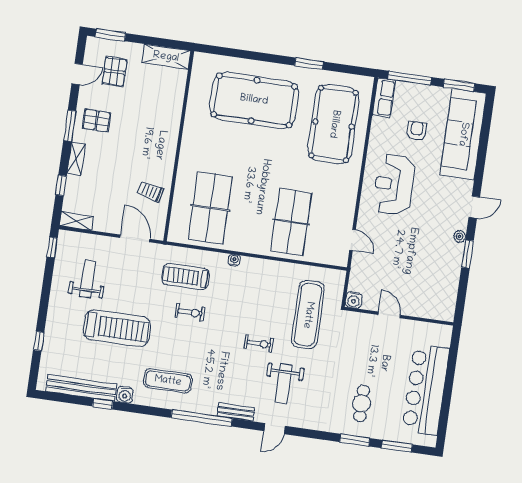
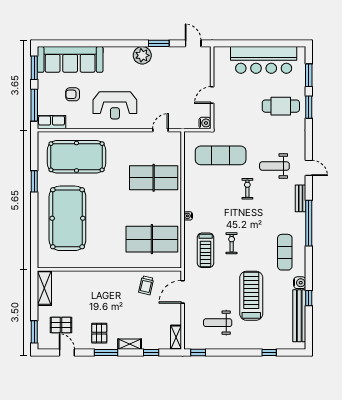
door: (474, 207) -> (193, 43), moved
plant: (460, 236) -> (142, 55), width x1.88, depth x1.88
weight bench: (284, 384) -> (274, 166), turned 180
cafe table: (362, 403) -> (281, 106), width x1.37, depth x1.35

